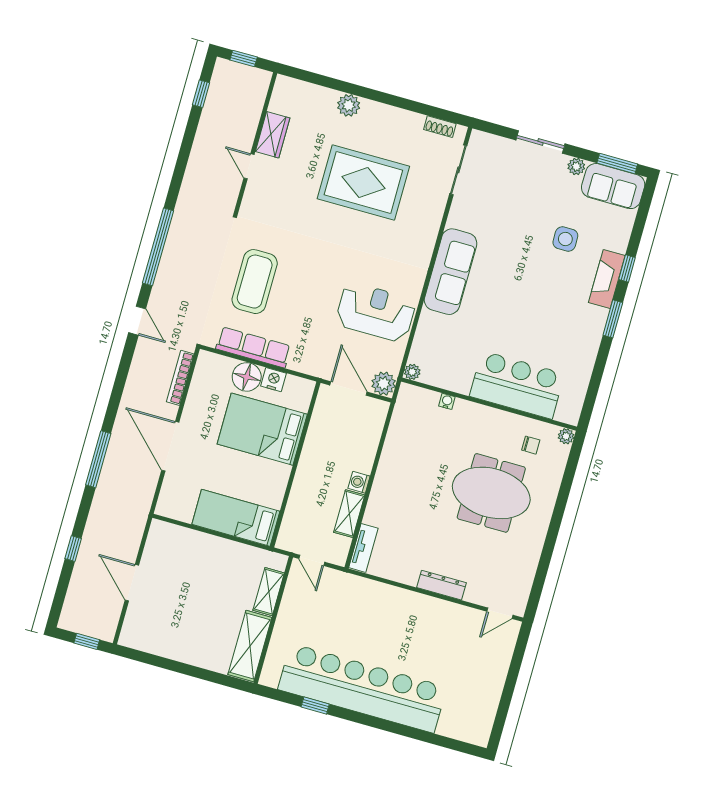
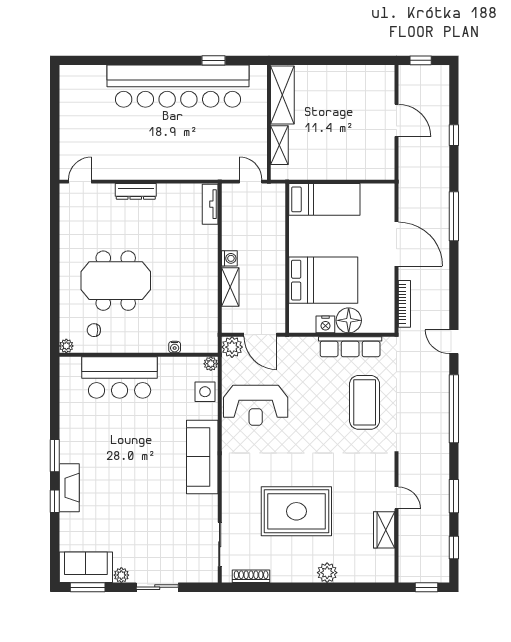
shoe rack: (440, 127) -> (251, 576), width x1.43
window: (185, 150) -> (454, 496), added
side table: (565, 239) -> (205, 392), moved
shelving: (349, 514) -> (230, 287), moved

